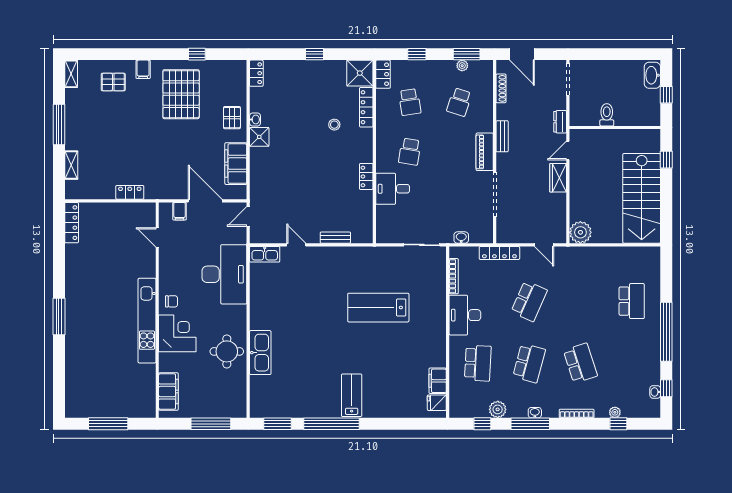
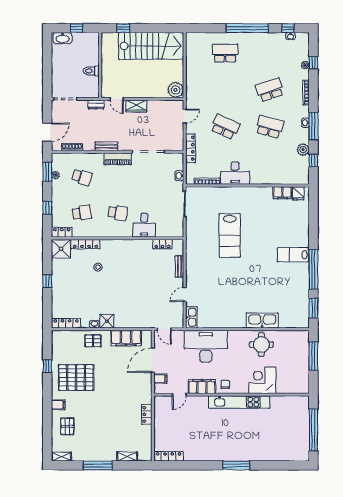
locker: (256, 73) -> (66, 323), width x1.53
locker: (366, 176) -> (163, 244), moved
corner desk: (177, 333) -> (262, 380), moved
school desk: (478, 363) -> (270, 164), removed
filing cabinet: (168, 392) -> (202, 387), moved
window: (108, 424) -> (313, 430), width x1.46

